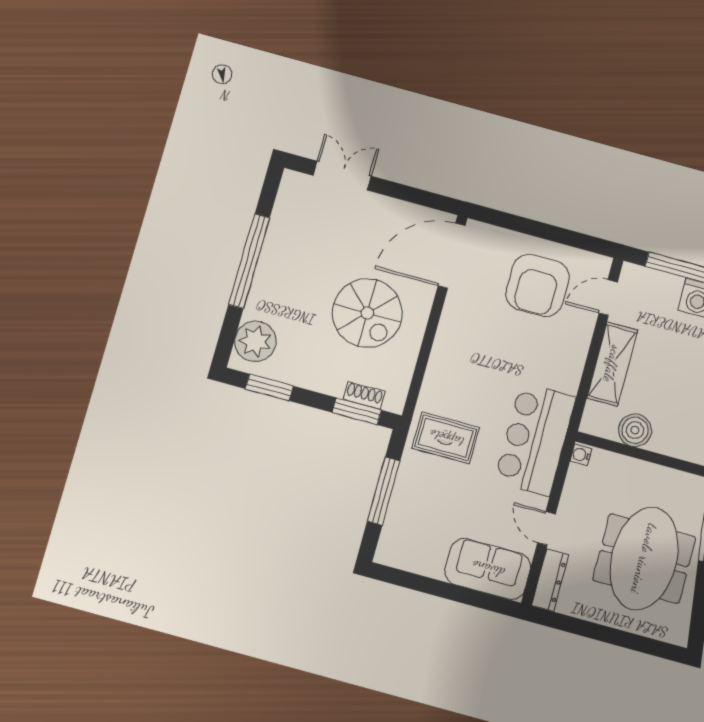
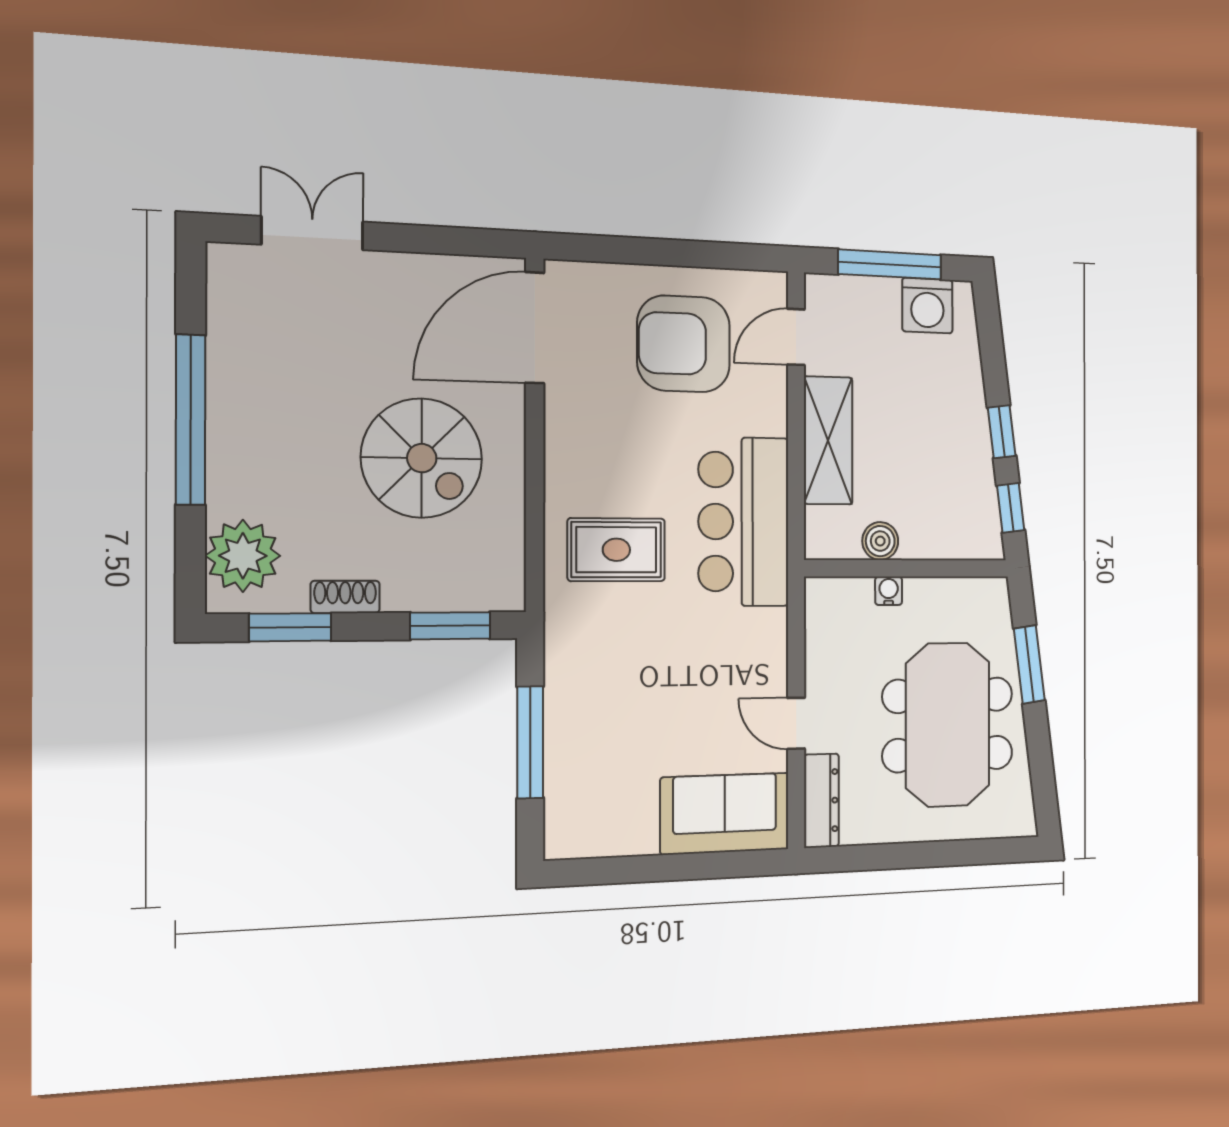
armchair: (538, 285) -> (684, 344), turned 90
shoe rack: (364, 395) -> (345, 597), moved
boiler: (635, 430) -> (880, 541), width x0.73, depth x0.73
rug: (446, 438) -> (616, 550), moved
bar counter: (535, 439) -> (744, 522), moved
water cooler: (581, 455) -> (889, 591), moved, turned 90

